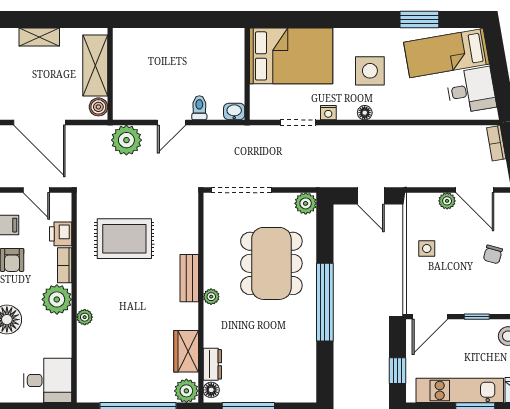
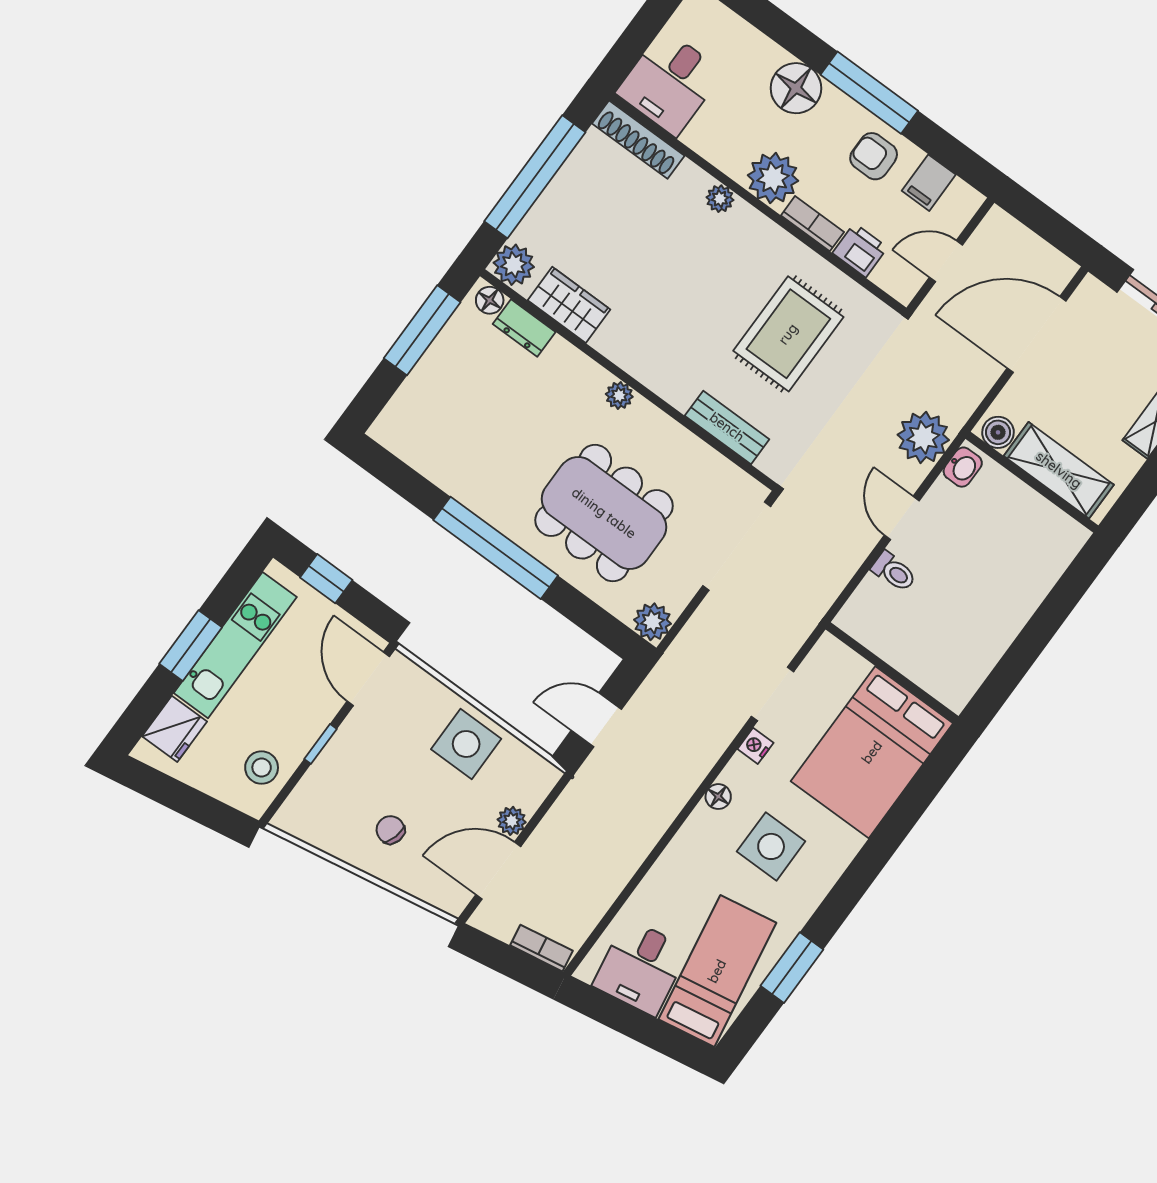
washbasin: (234, 111) -> (963, 467), moved
side table: (427, 249) -> (466, 744), width x1.87, depth x1.87
bench: (189, 278) -> (727, 427), moved
shoe rack: (85, 376) -> (638, 140), added

